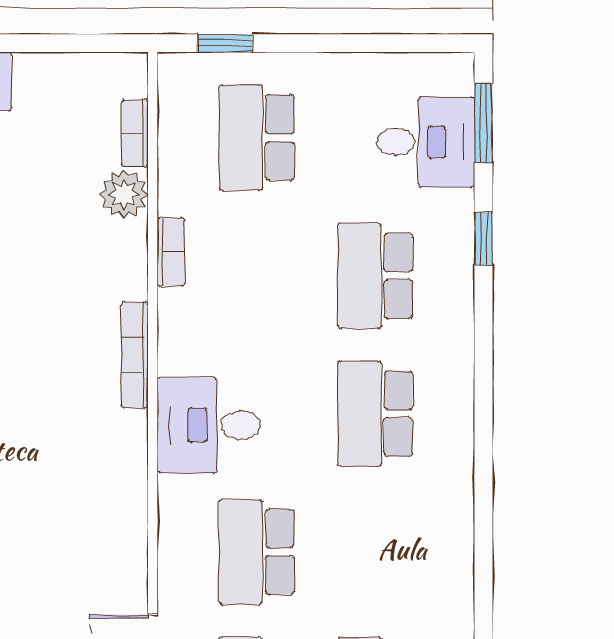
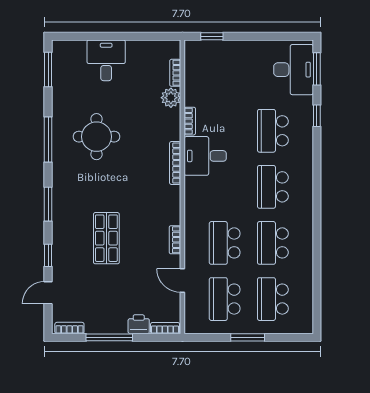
school desk: (257, 138) -> (273, 243), moved
desk: (426, 142) -> (294, 70), width x1.37
desk: (209, 425) -> (205, 156), moved
bookcase: (134, 544) -> (175, 240), added

